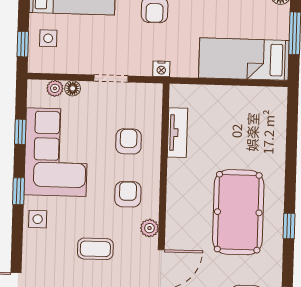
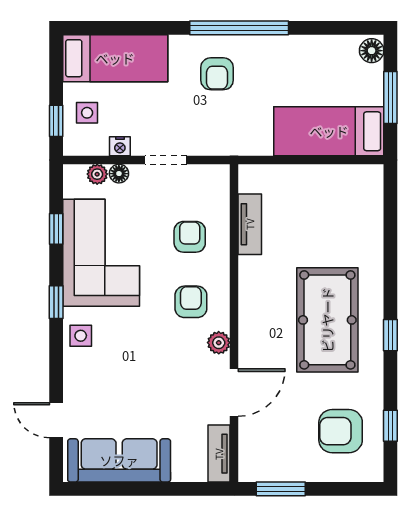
nightstand: (161, 69) -> (120, 146), moved
coffee table: (95, 249) -> (153, 370), removed

